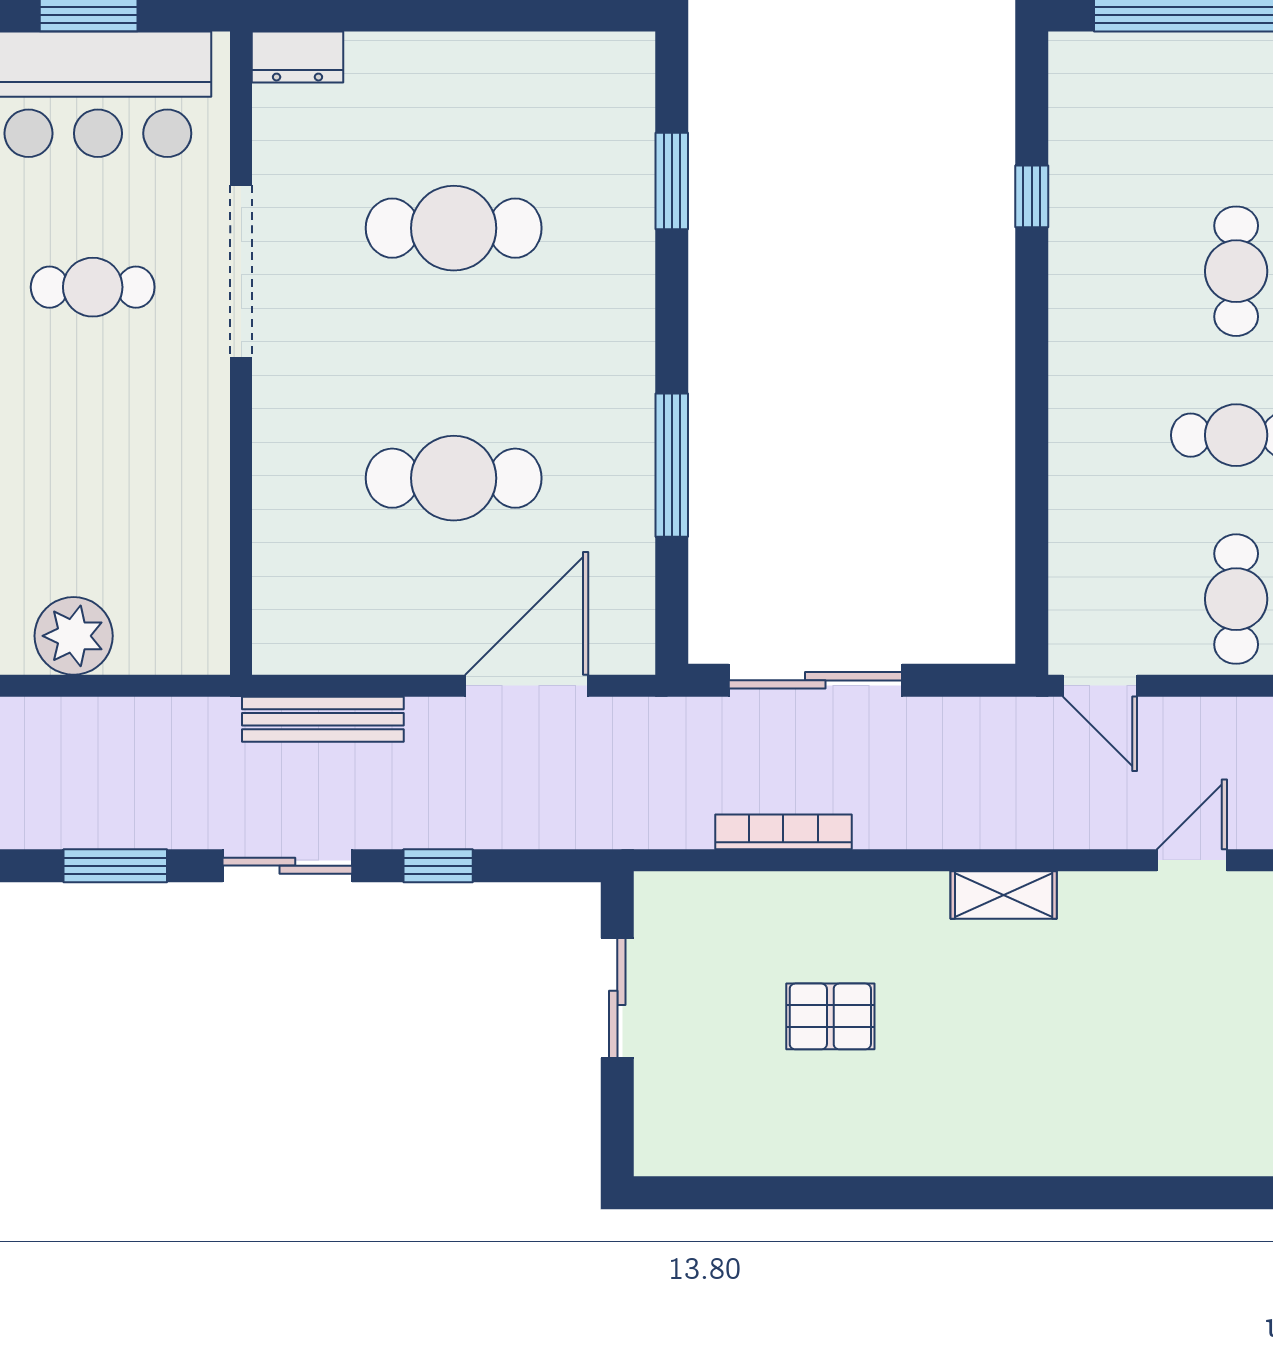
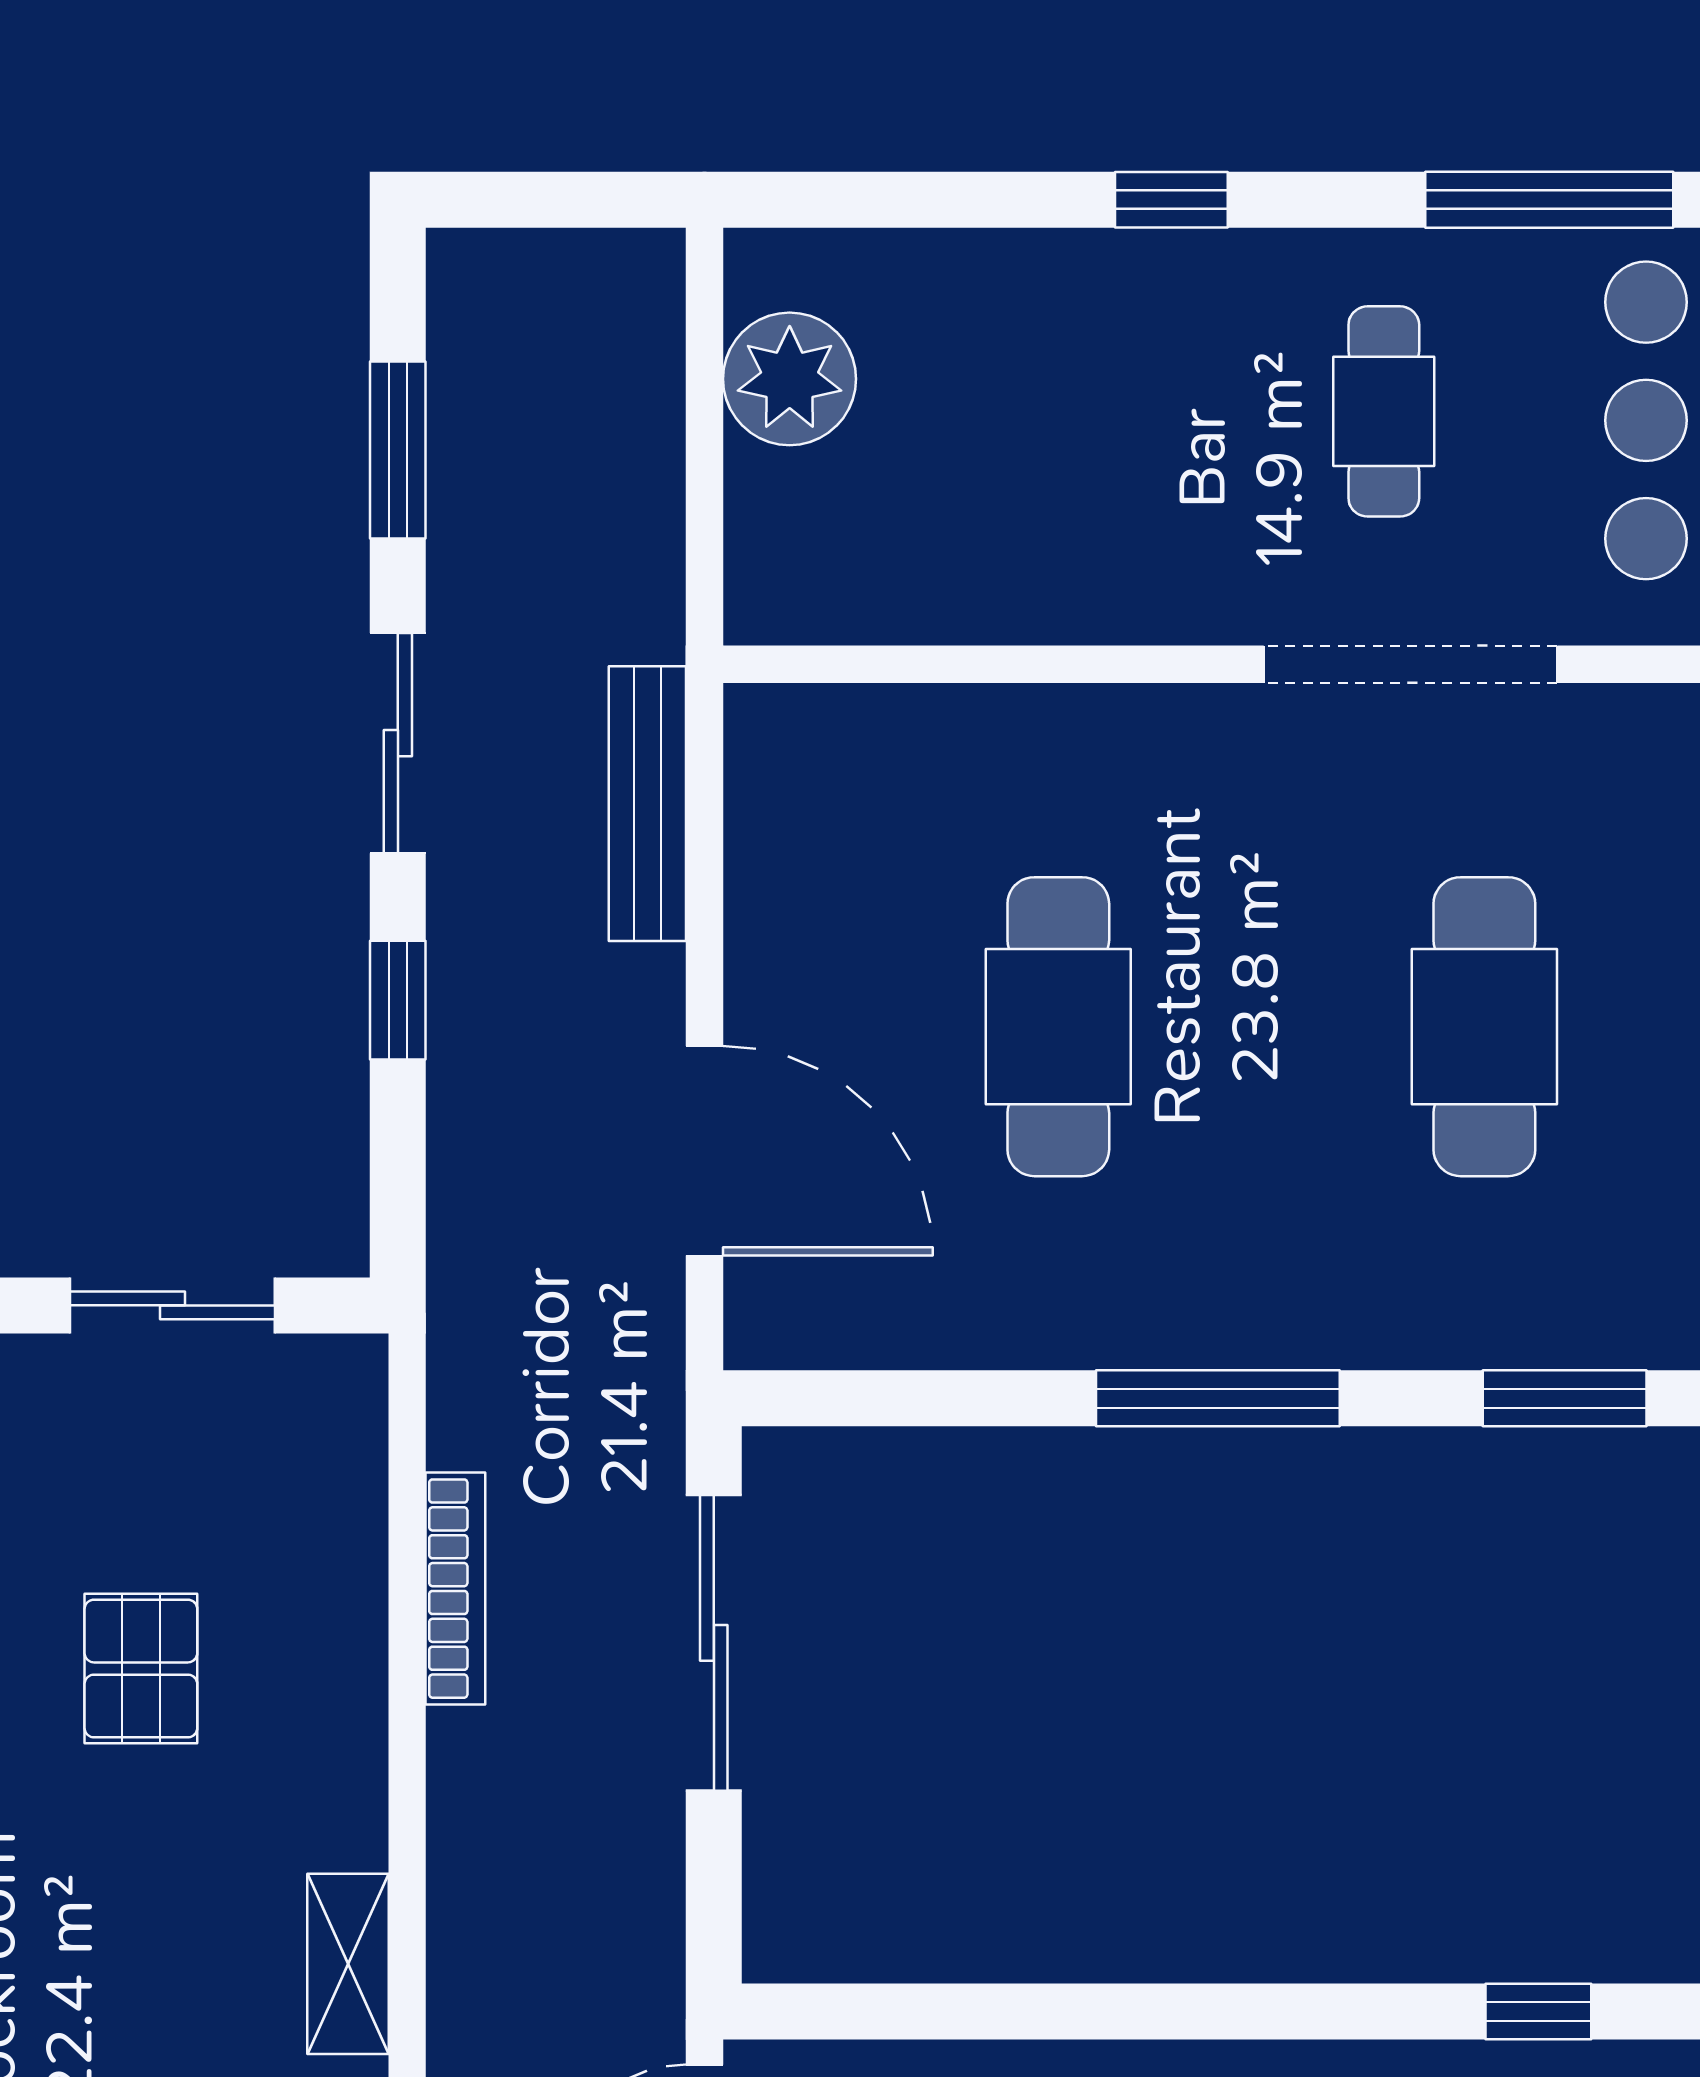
window: (672, 465) -> (1218, 1398), moved

